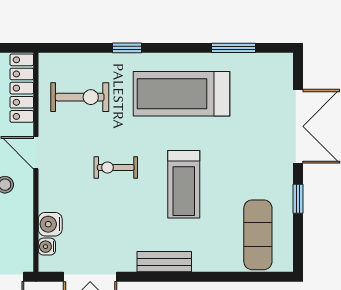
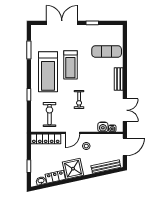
treadmill: (184, 184) -> (70, 65), moved, turned 90
exercise mat: (258, 235) -> (107, 51), moved

